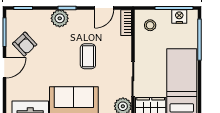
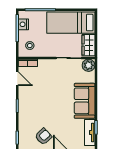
plant: (60, 18) -> (25, 111), removed
coffee table: (88, 56) -> (52, 91), removed

